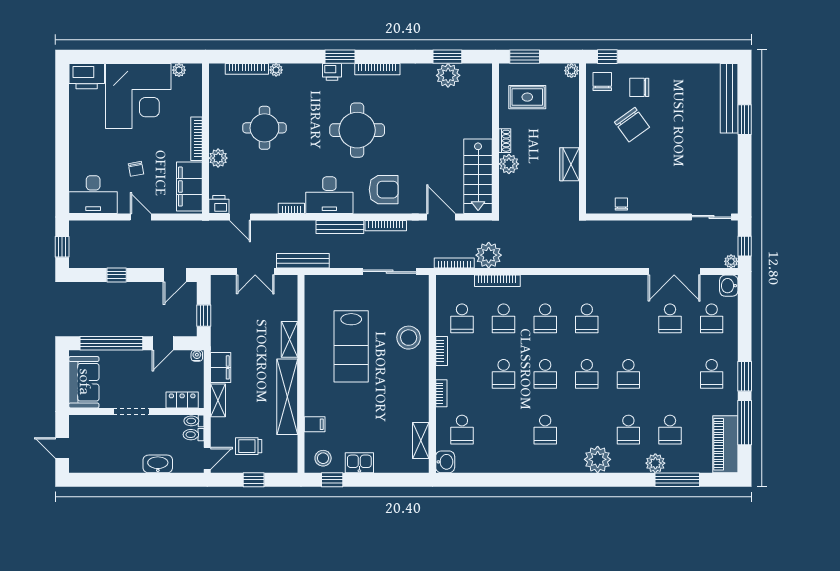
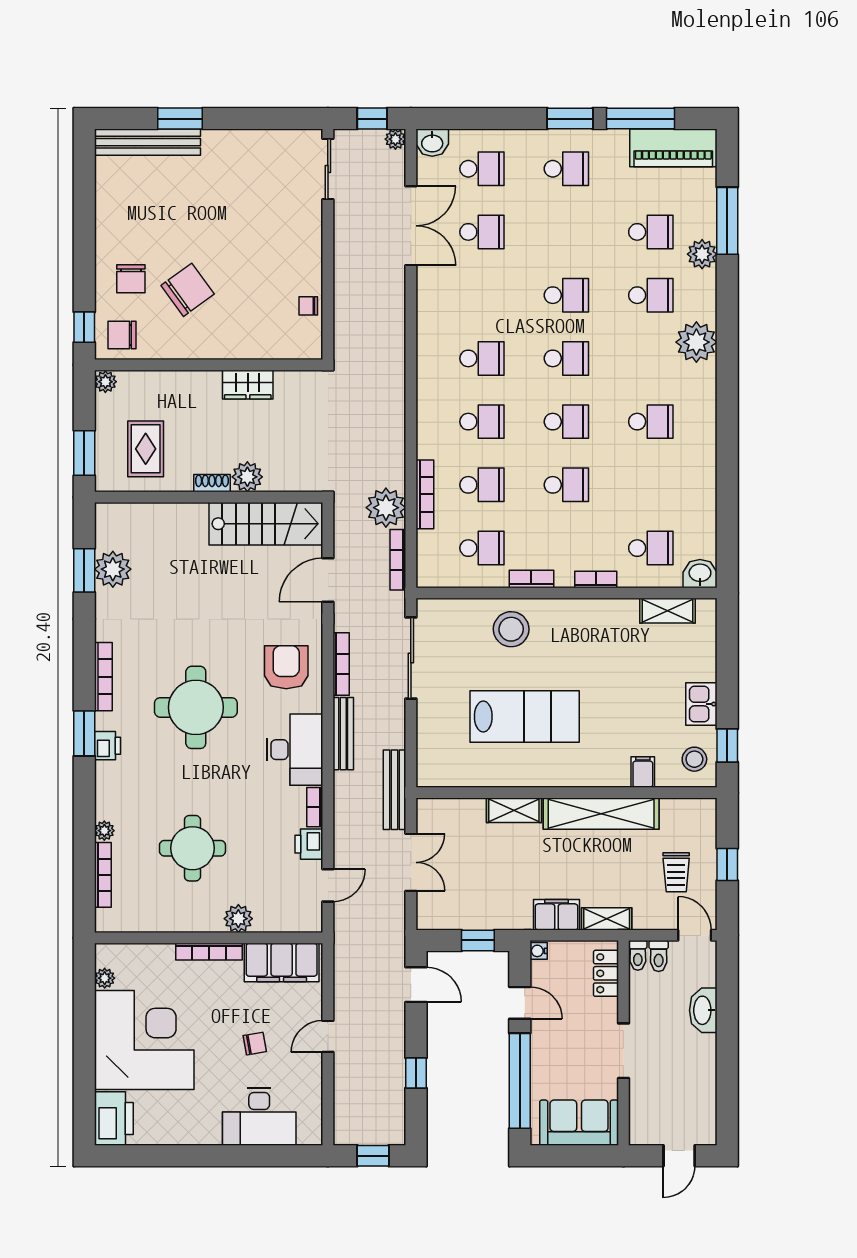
desk: (93, 195) -> (259, 1117), moved, turned 90
printer: (219, 204) -> (309, 844), moved

